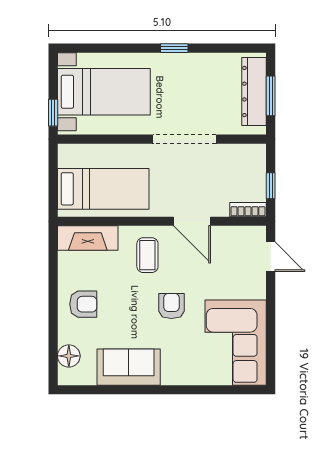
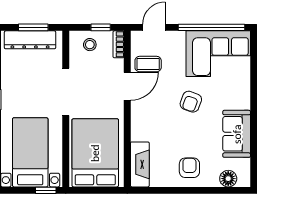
stool: (248, 171) -> (90, 45), added
bed: (103, 189) -> (95, 153), width x1.50
coffee table: (147, 255) -> (148, 64), moved
armchair: (171, 306) -> (191, 102), turned -70
window: (271, 334) -> (212, 27), added

